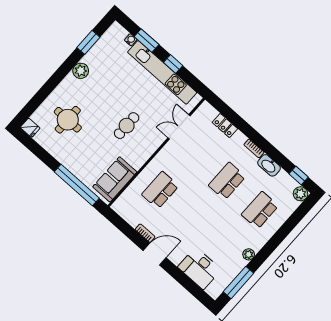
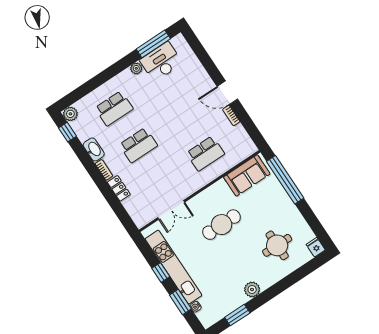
locker: (225, 125) -> (119, 188), moved
cafe table: (127, 126) -> (222, 225), width x1.37, depth x1.35
desk: (199, 268) -> (161, 62), moved, turned -90

